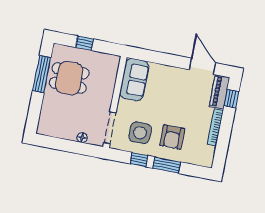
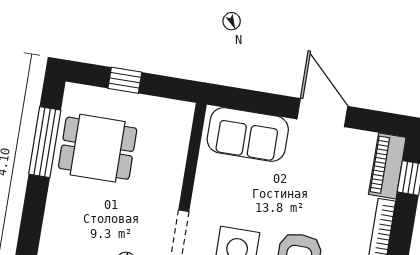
door: (202, 66) -> (322, 113), moved
sofa: (134, 80) -> (248, 134), moved, turned 90

